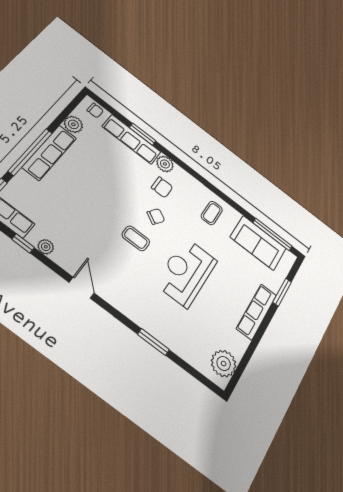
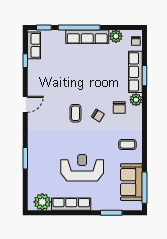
plant: (46, 247) -> (32, 72), removed
reception desk: (186, 272) -> (82, 168), moved
row of seats: (257, 312) -> (71, 204), moved

